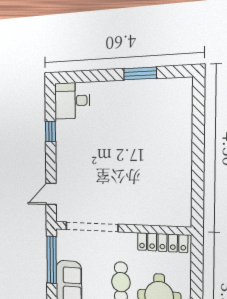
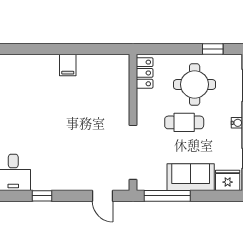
filing cabinet: (180, 158) -> (68, 65), added
locker: (162, 243) -> (145, 73), width x0.66

